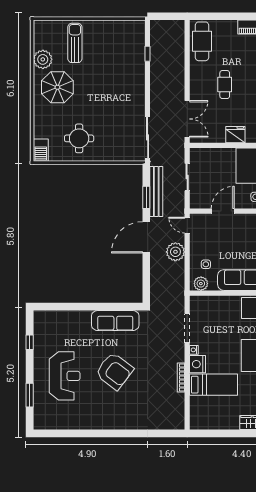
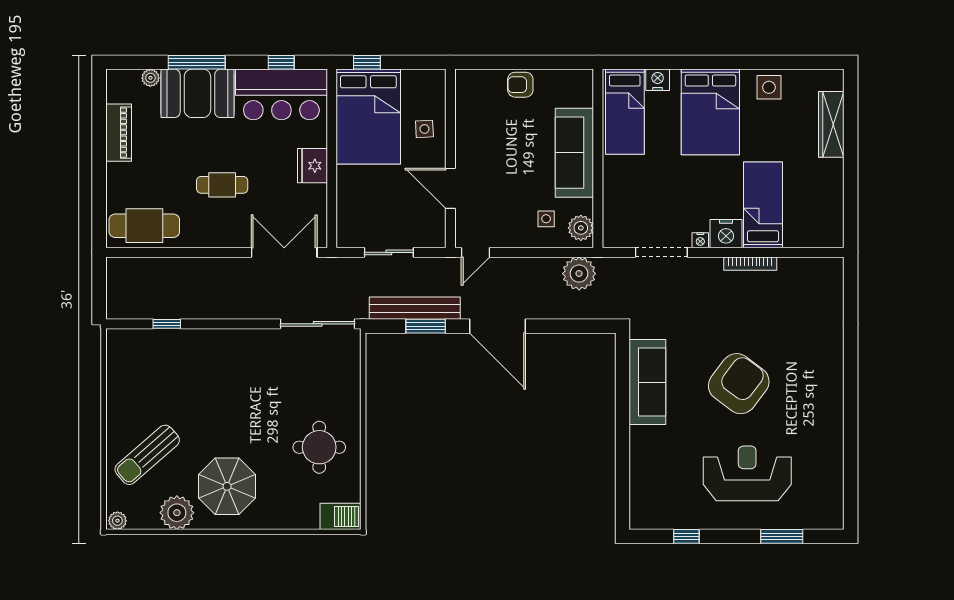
plant: (38, 26) -> (117, 521), added
sun lounger: (75, 43) -> (147, 455), turned -41
plant: (175, 252) -> (579, 274), moved

